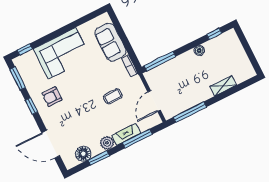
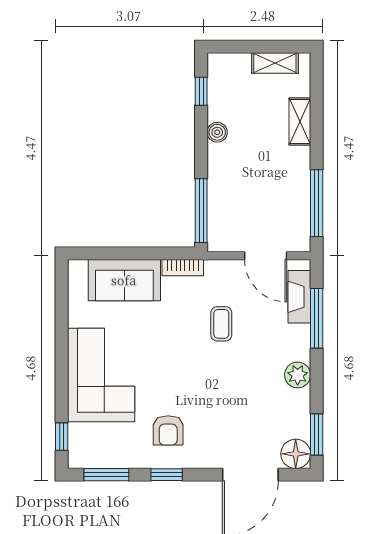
shelving: (244, 61) -> (275, 63), added
fireplace: (126, 134) -> (299, 297), moved
floor lamp: (83, 154) -> (296, 454), moved
window: (99, 158) -> (317, 434), moved

